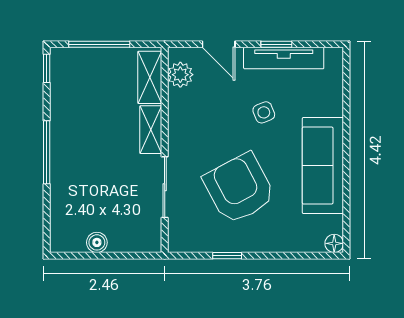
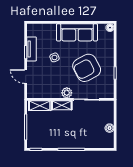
door: (219, 44) -> (26, 77), swing flipped
tv unit: (284, 58) -> (31, 49), width x0.71
plant: (180, 75) -> (67, 93), moved

